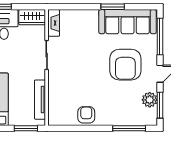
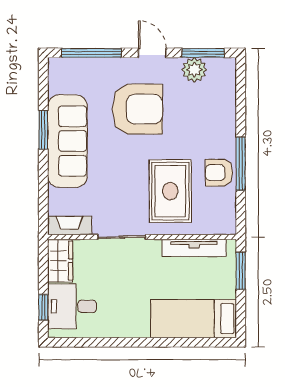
sofa: (128, 22) -> (67, 141), moved
rug: (75, 85) -> (170, 191), added
window: (129, 128) -> (241, 164), moved

